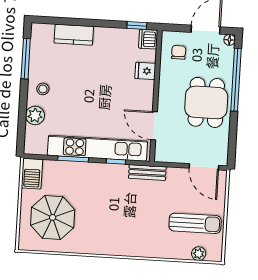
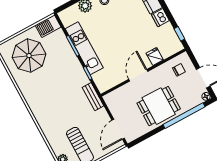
dishwasher: (148, 39) -> (160, 18), moved, turned -90
door: (154, 126) -> (138, 75), moved
kitchen unit: (97, 148) -> (84, 48), width x0.73

